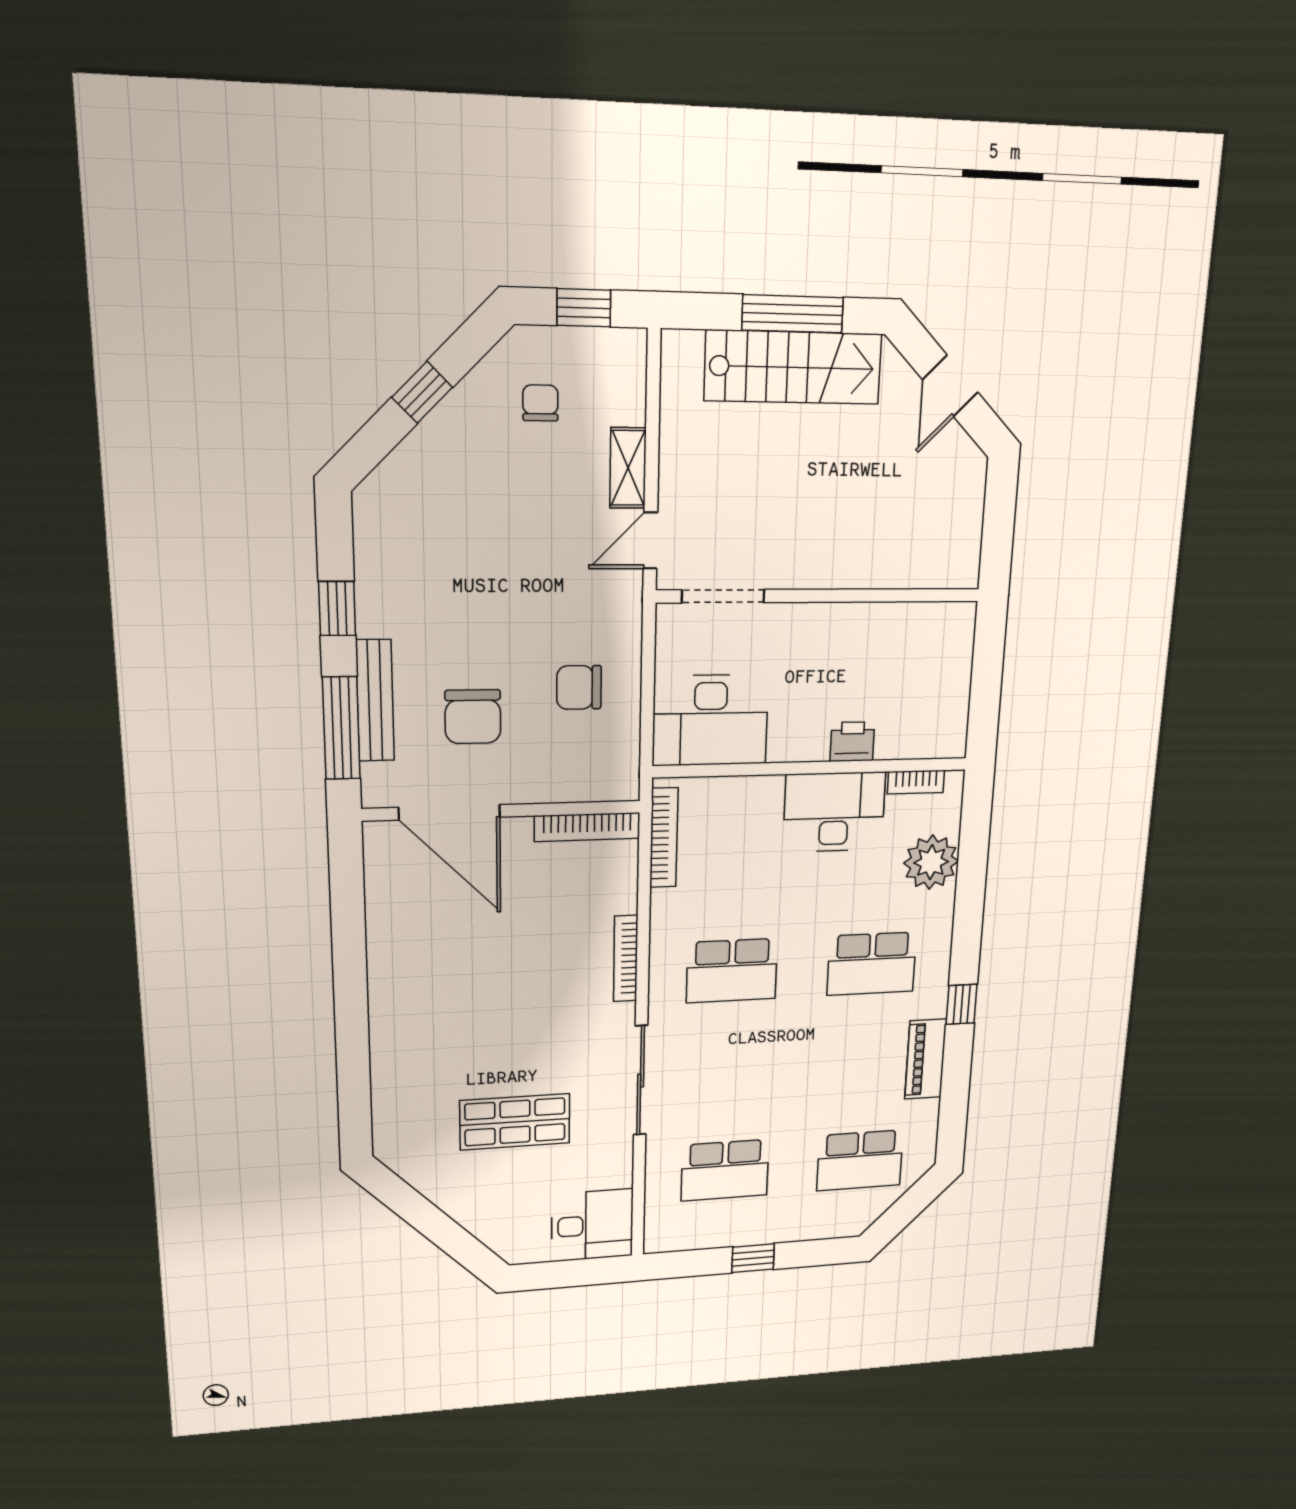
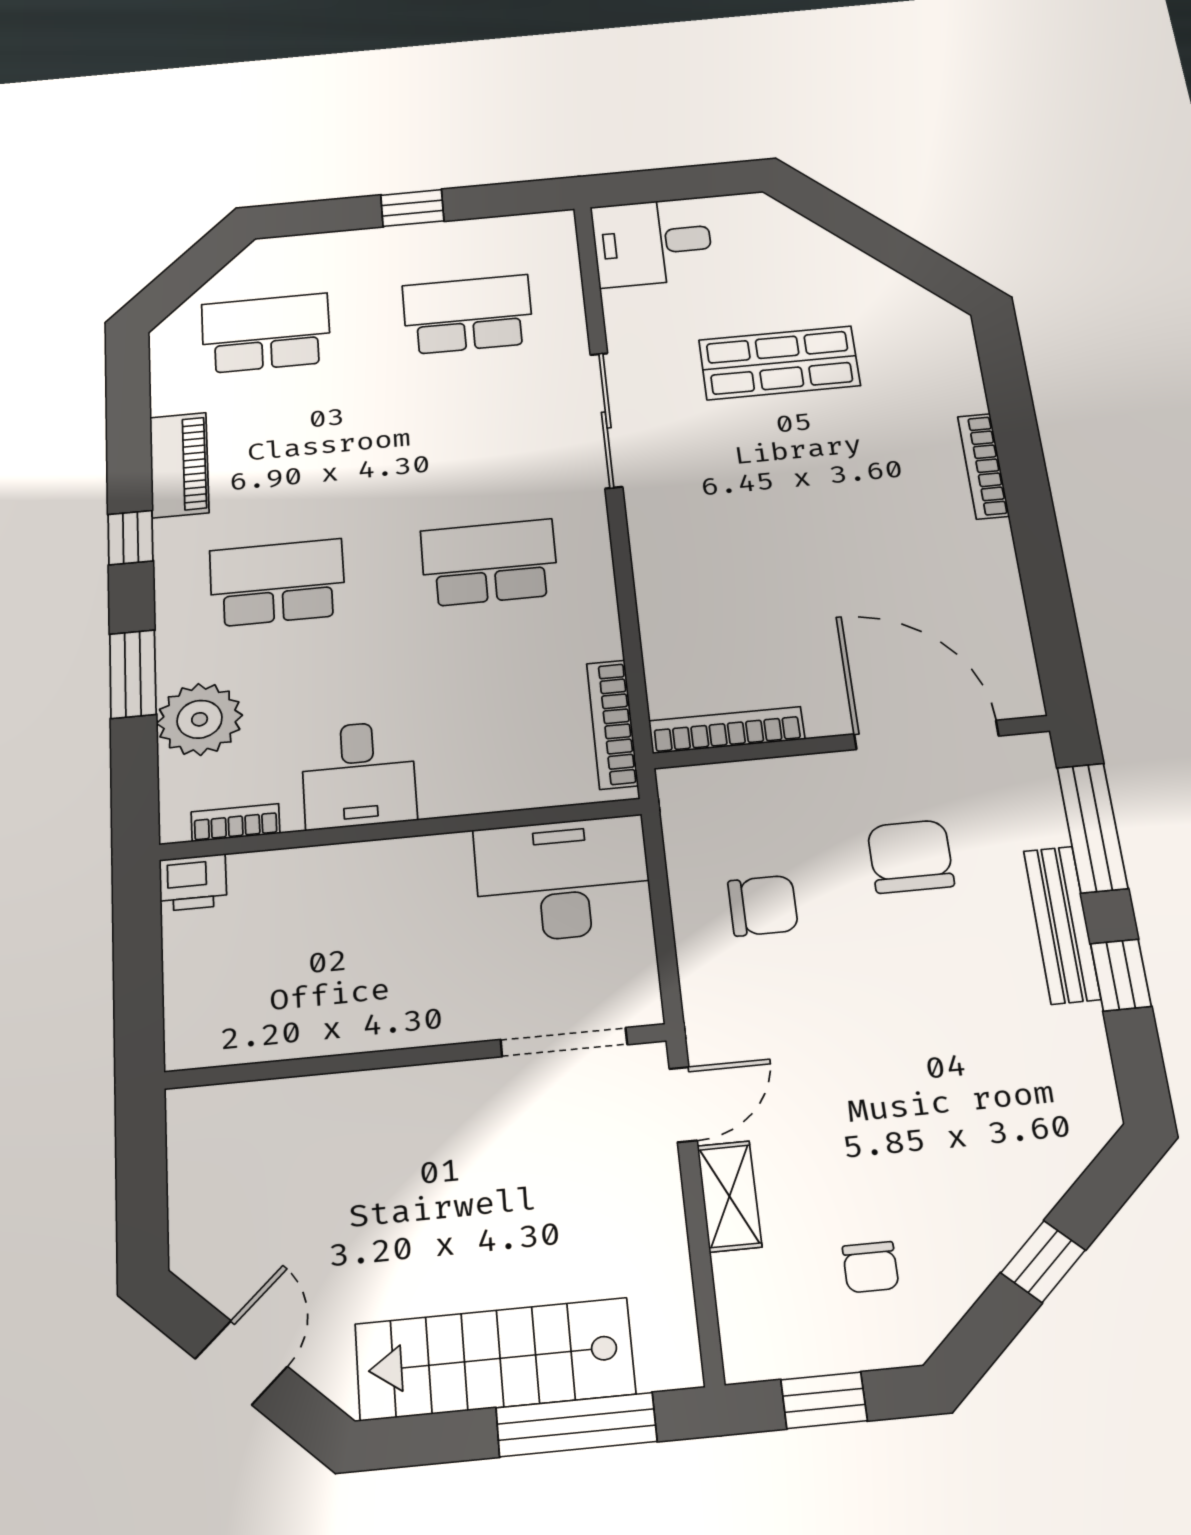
window: (793, 314) -> (576, 1425), moved
bench: (375, 701) -> (1062, 925), moved
printer: (852, 742) -> (193, 882), moved
desk: (834, 812) -> (359, 775), width x0.73
window: (970, 900) -> (133, 674), added
bookcase: (626, 959) -> (983, 466), moved, turned 180

